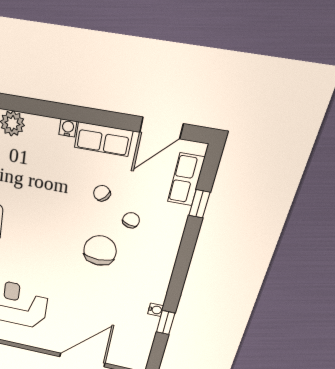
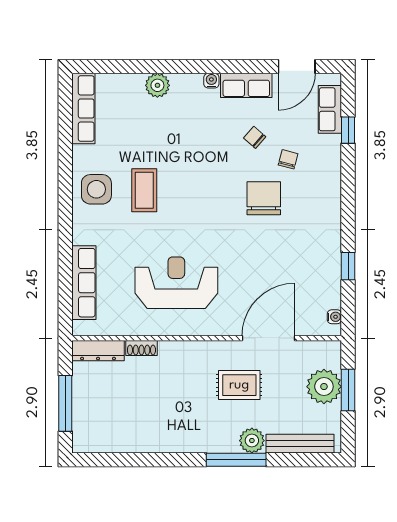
water cooler: (156, 310) -> (334, 317), moved

